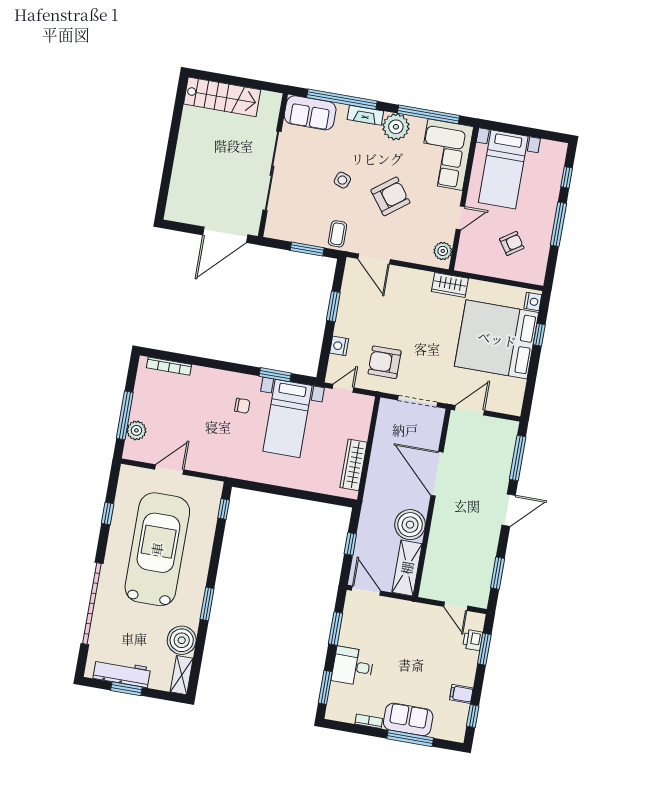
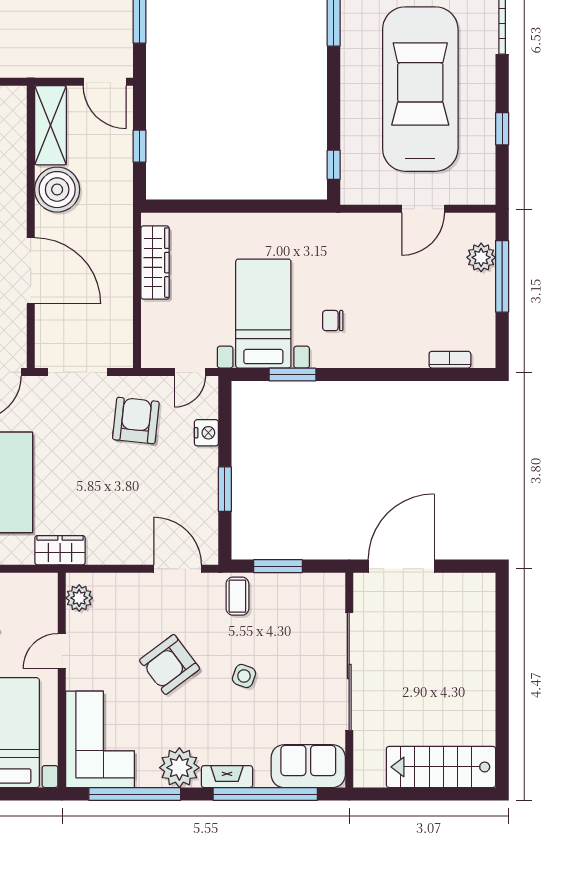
armchair: (385, 362) -> (136, 420), turned -84
bookcase: (169, 366) -> (450, 360), width x0.64
car: (157, 549) -> (420, 89), turned 180

